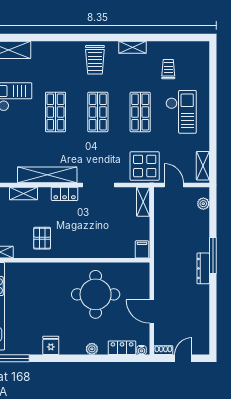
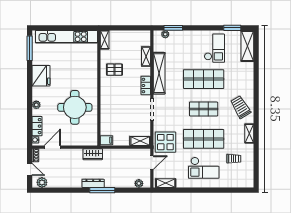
trolley: (95, 60) -> (240, 107), turned 59
shop shelf: (55, 112) -> (204, 79), width x1.43, depth x1.36
shop shelf: (140, 112) -> (204, 139), width x1.43, depth x1.36
wardrobe: (162, 269) -> (93, 154), added
door: (152, 312) -> (52, 147), moved
plant: (202, 341) -> (42, 182), added
fridge: (51, 345) -> (41, 76), width x1.88, depth x1.34

